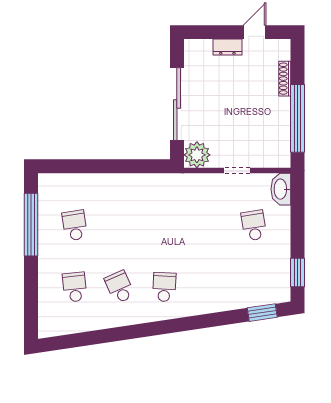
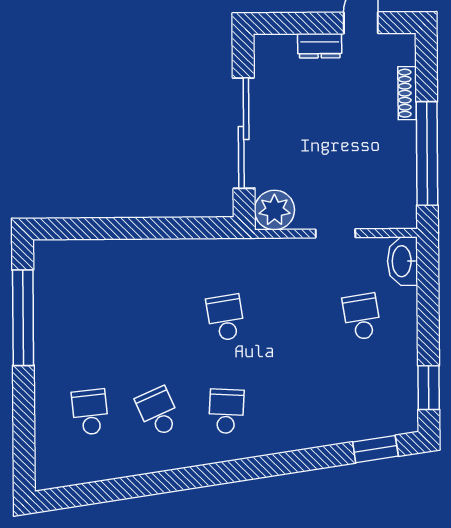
school desk: (75, 225) -> (226, 318), moved

